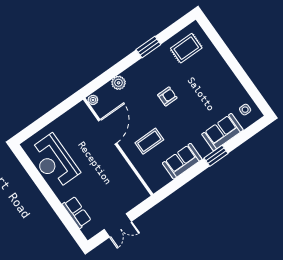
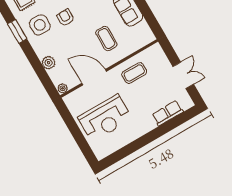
side table: (157, 70) -> (40, 25), added
reception desk: (54, 161) -> (105, 118), moved
coffee table: (116, 174) -> (134, 73), added

